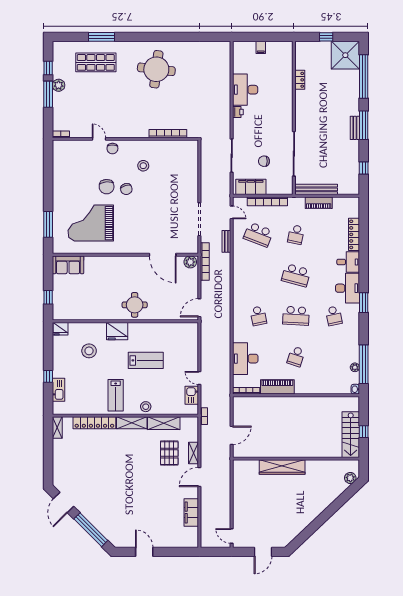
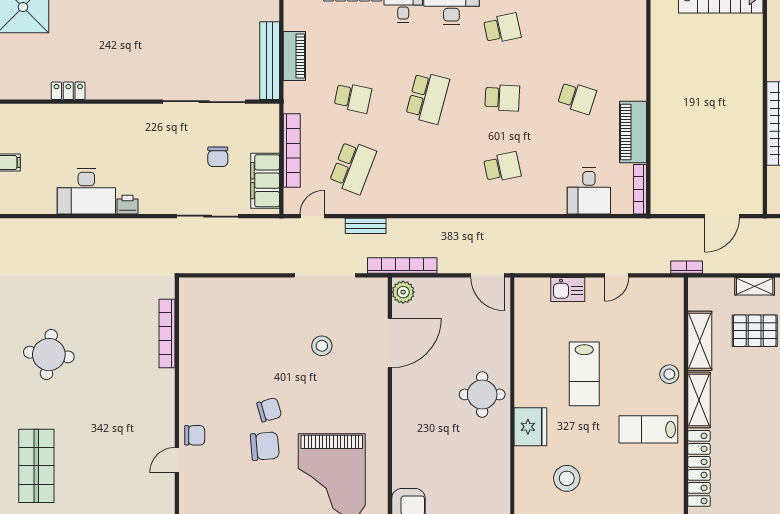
round table: (156, 69) -> (49, 355), width x0.73, depth x0.73
stool: (143, 166) -> (322, 346), moved
school desk: (296, 316) -> (502, 98), width x0.54
desk: (245, 359) -> (589, 191), width x0.73
lab bench: (146, 360) -> (584, 374), turned 180
lab bench: (116, 395) -> (648, 429), turned 180
kitchen sink: (192, 395) -> (568, 290), moved
door: (232, 435) -> (722, 216), swing flipped

